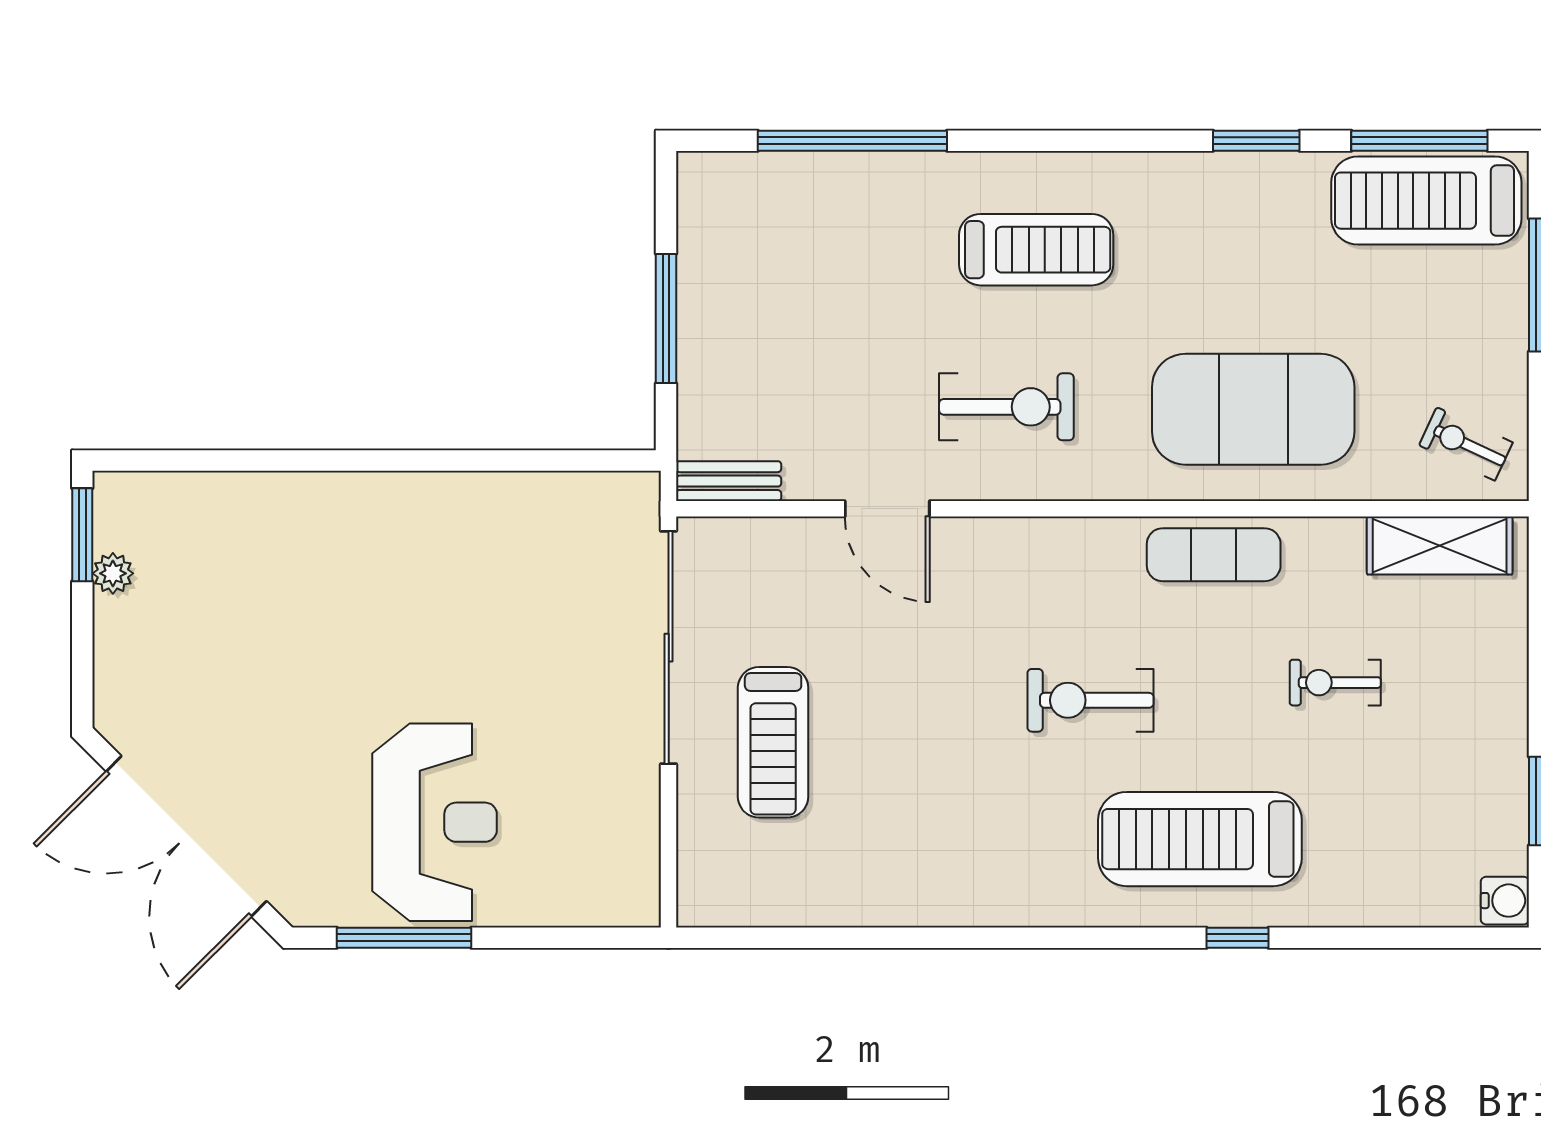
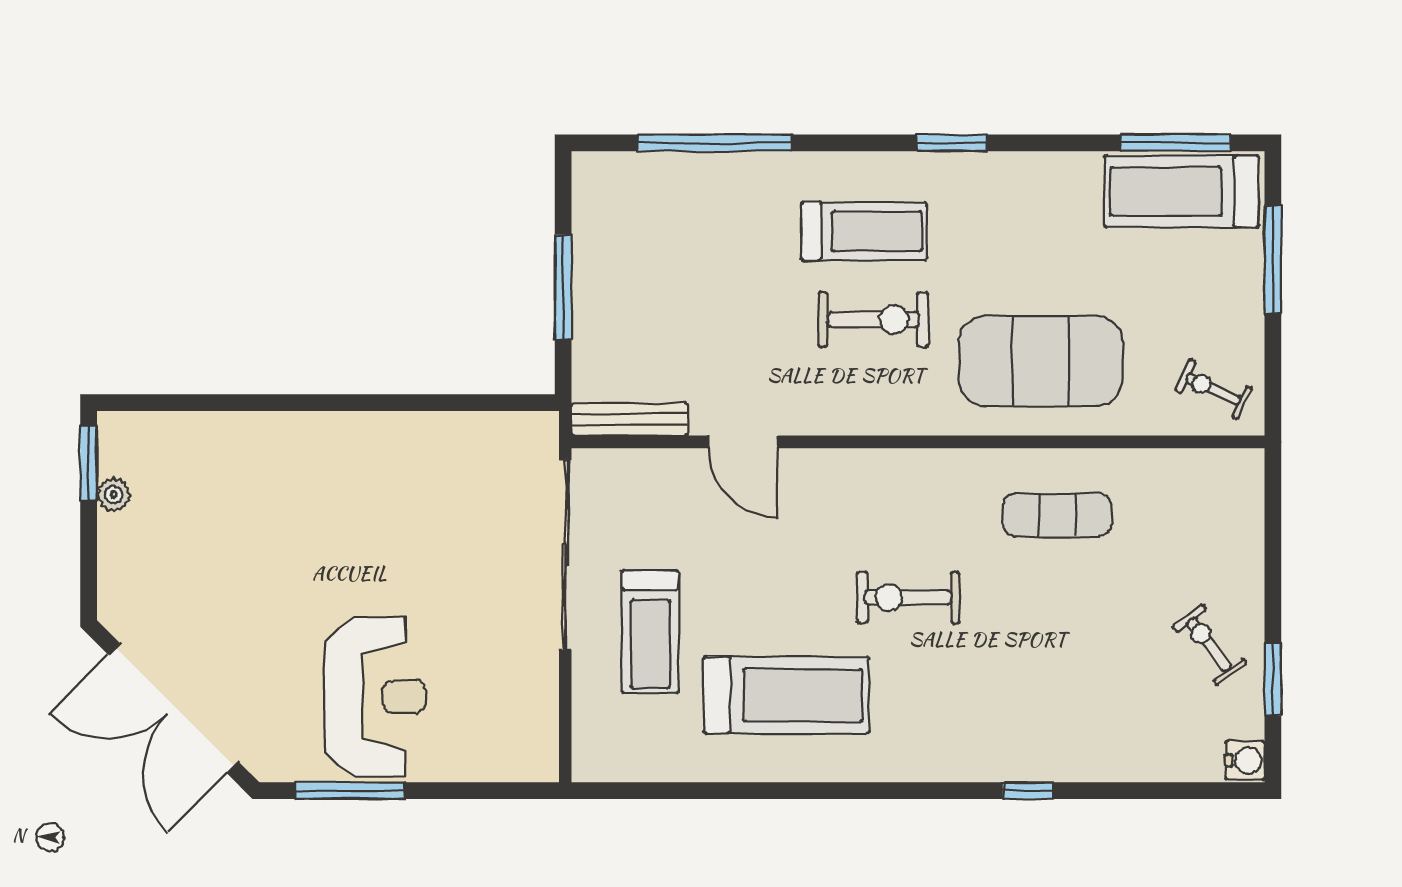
window: (1256, 141) -> (951, 143), moved
exercise bike: (1006, 407) -> (873, 320), moved
bench: (729, 481) -> (630, 419), width x1.36
shelving: (1440, 545) -> (1192, 472), removed
exercise mat: (1214, 555) -> (1057, 515), moved
exercise bike: (1335, 683) -> (1209, 645), moved, turned 53
treadmill: (1200, 839) -> (786, 695), moved, turned 180

